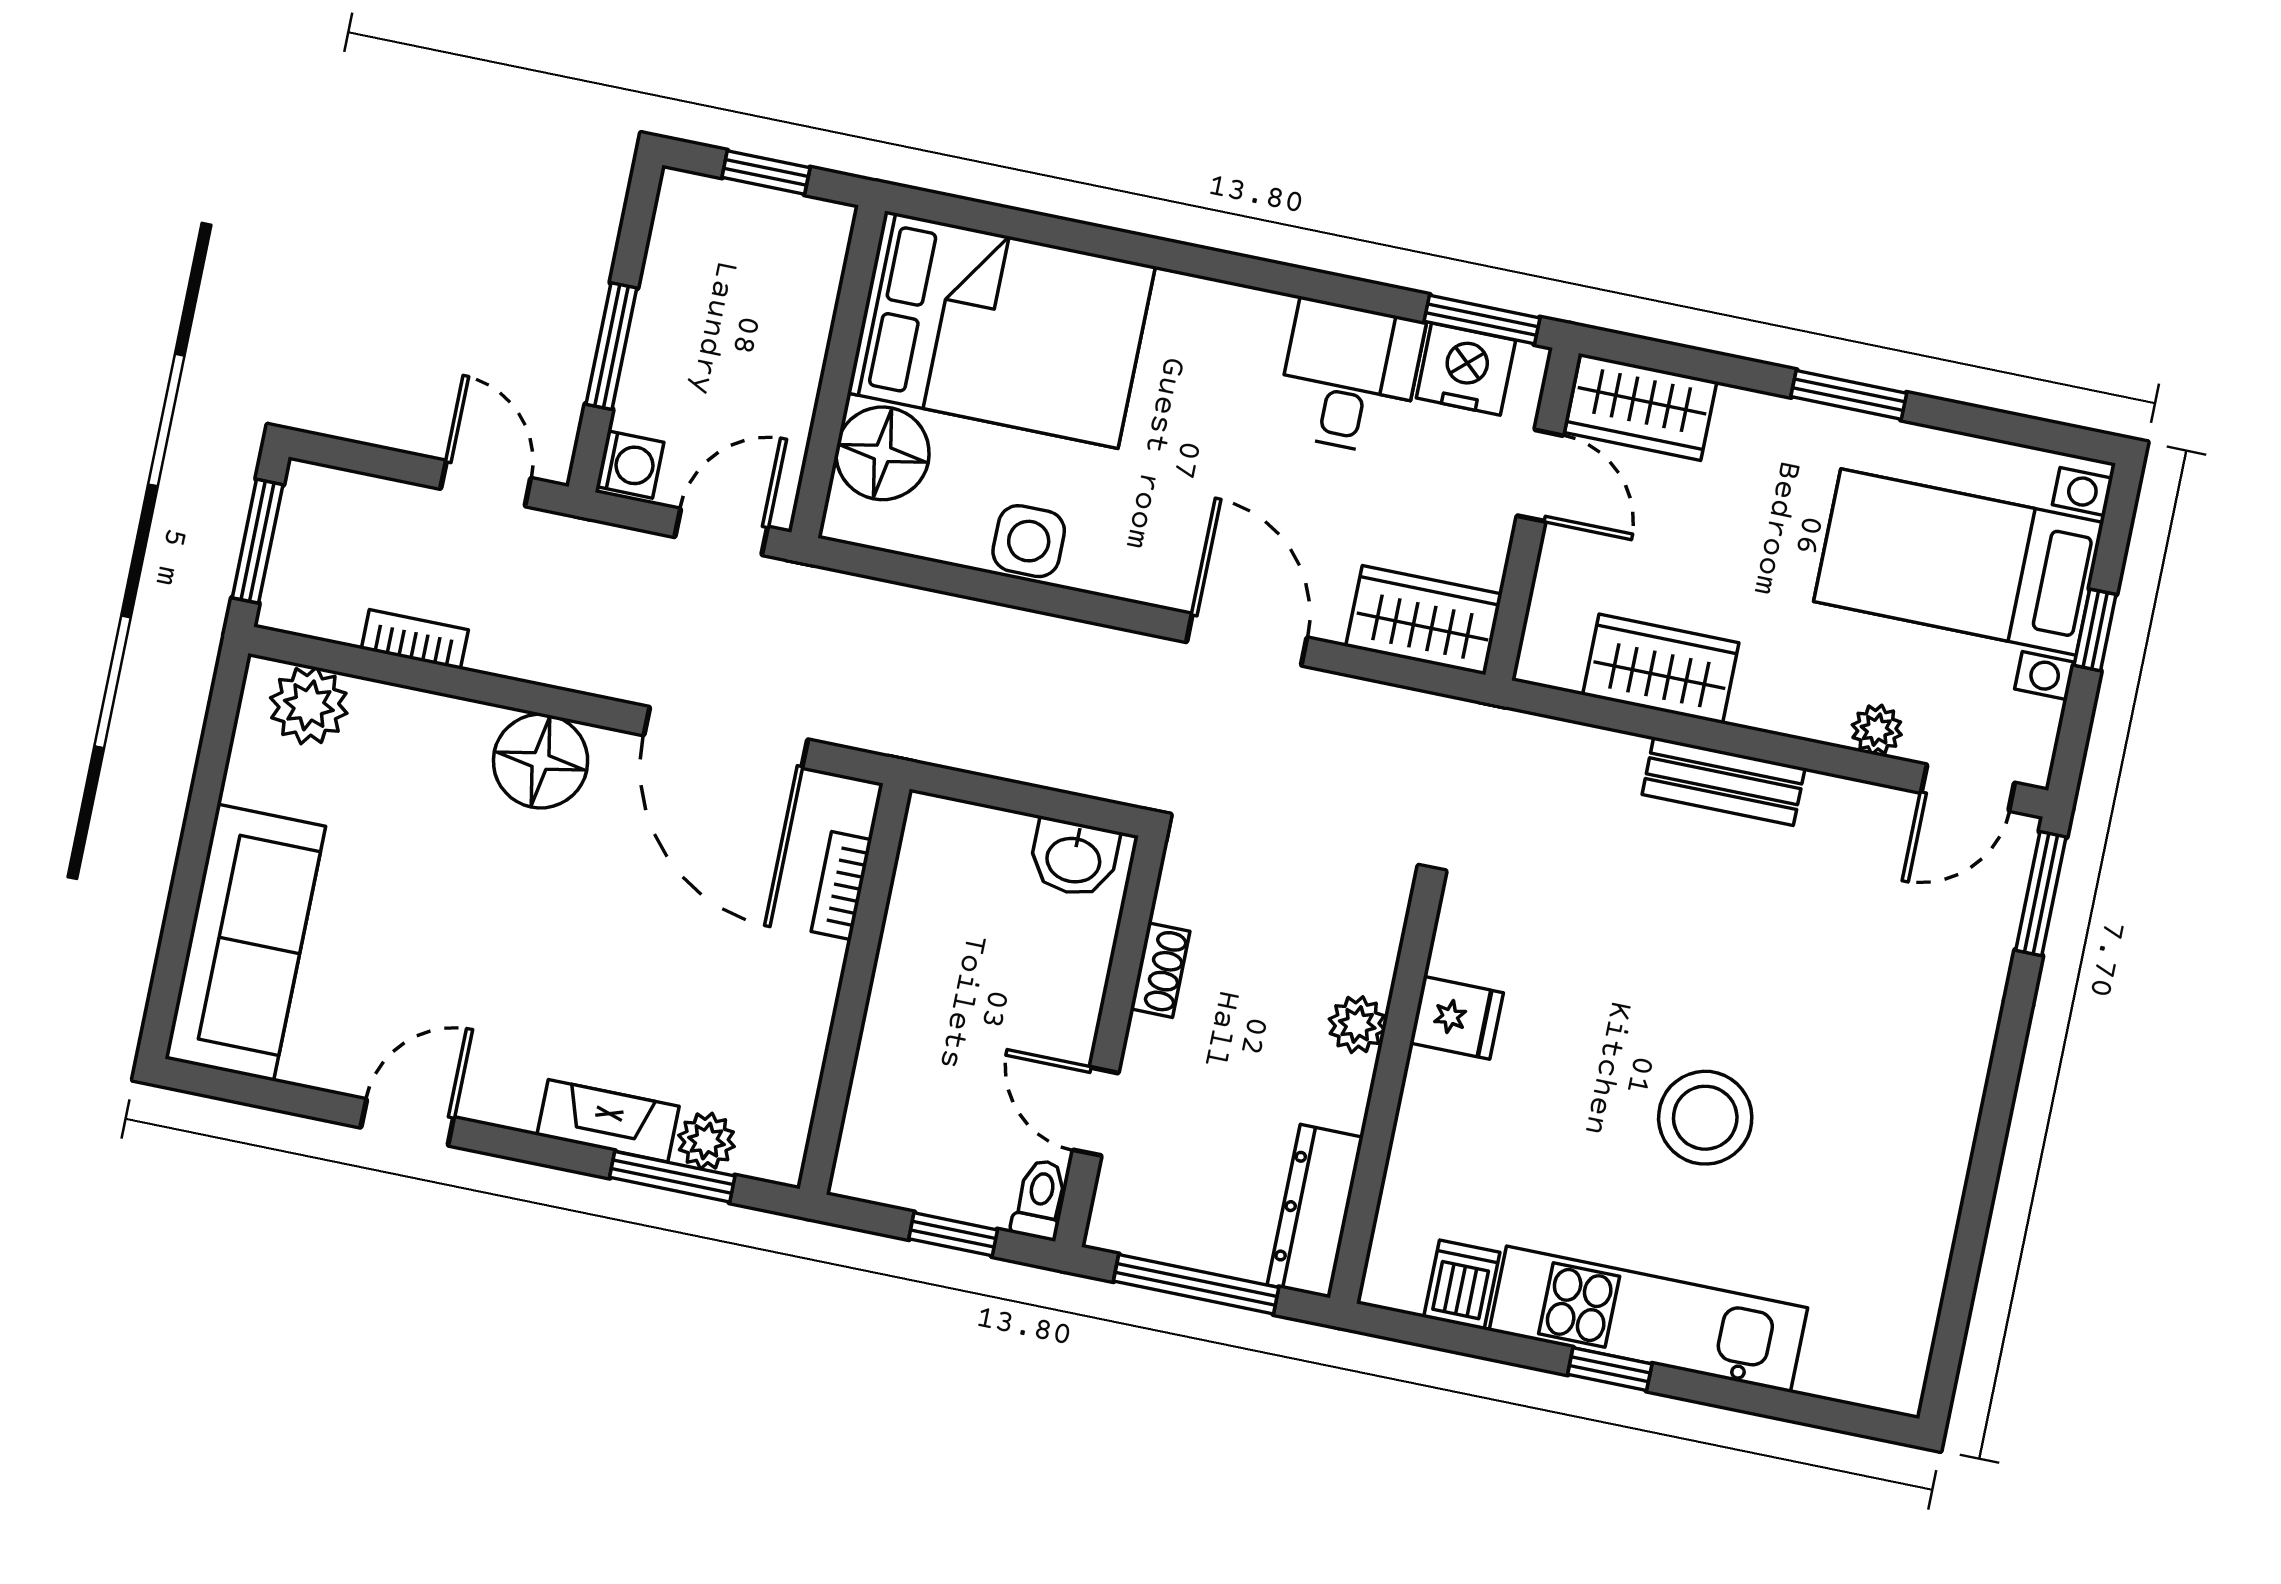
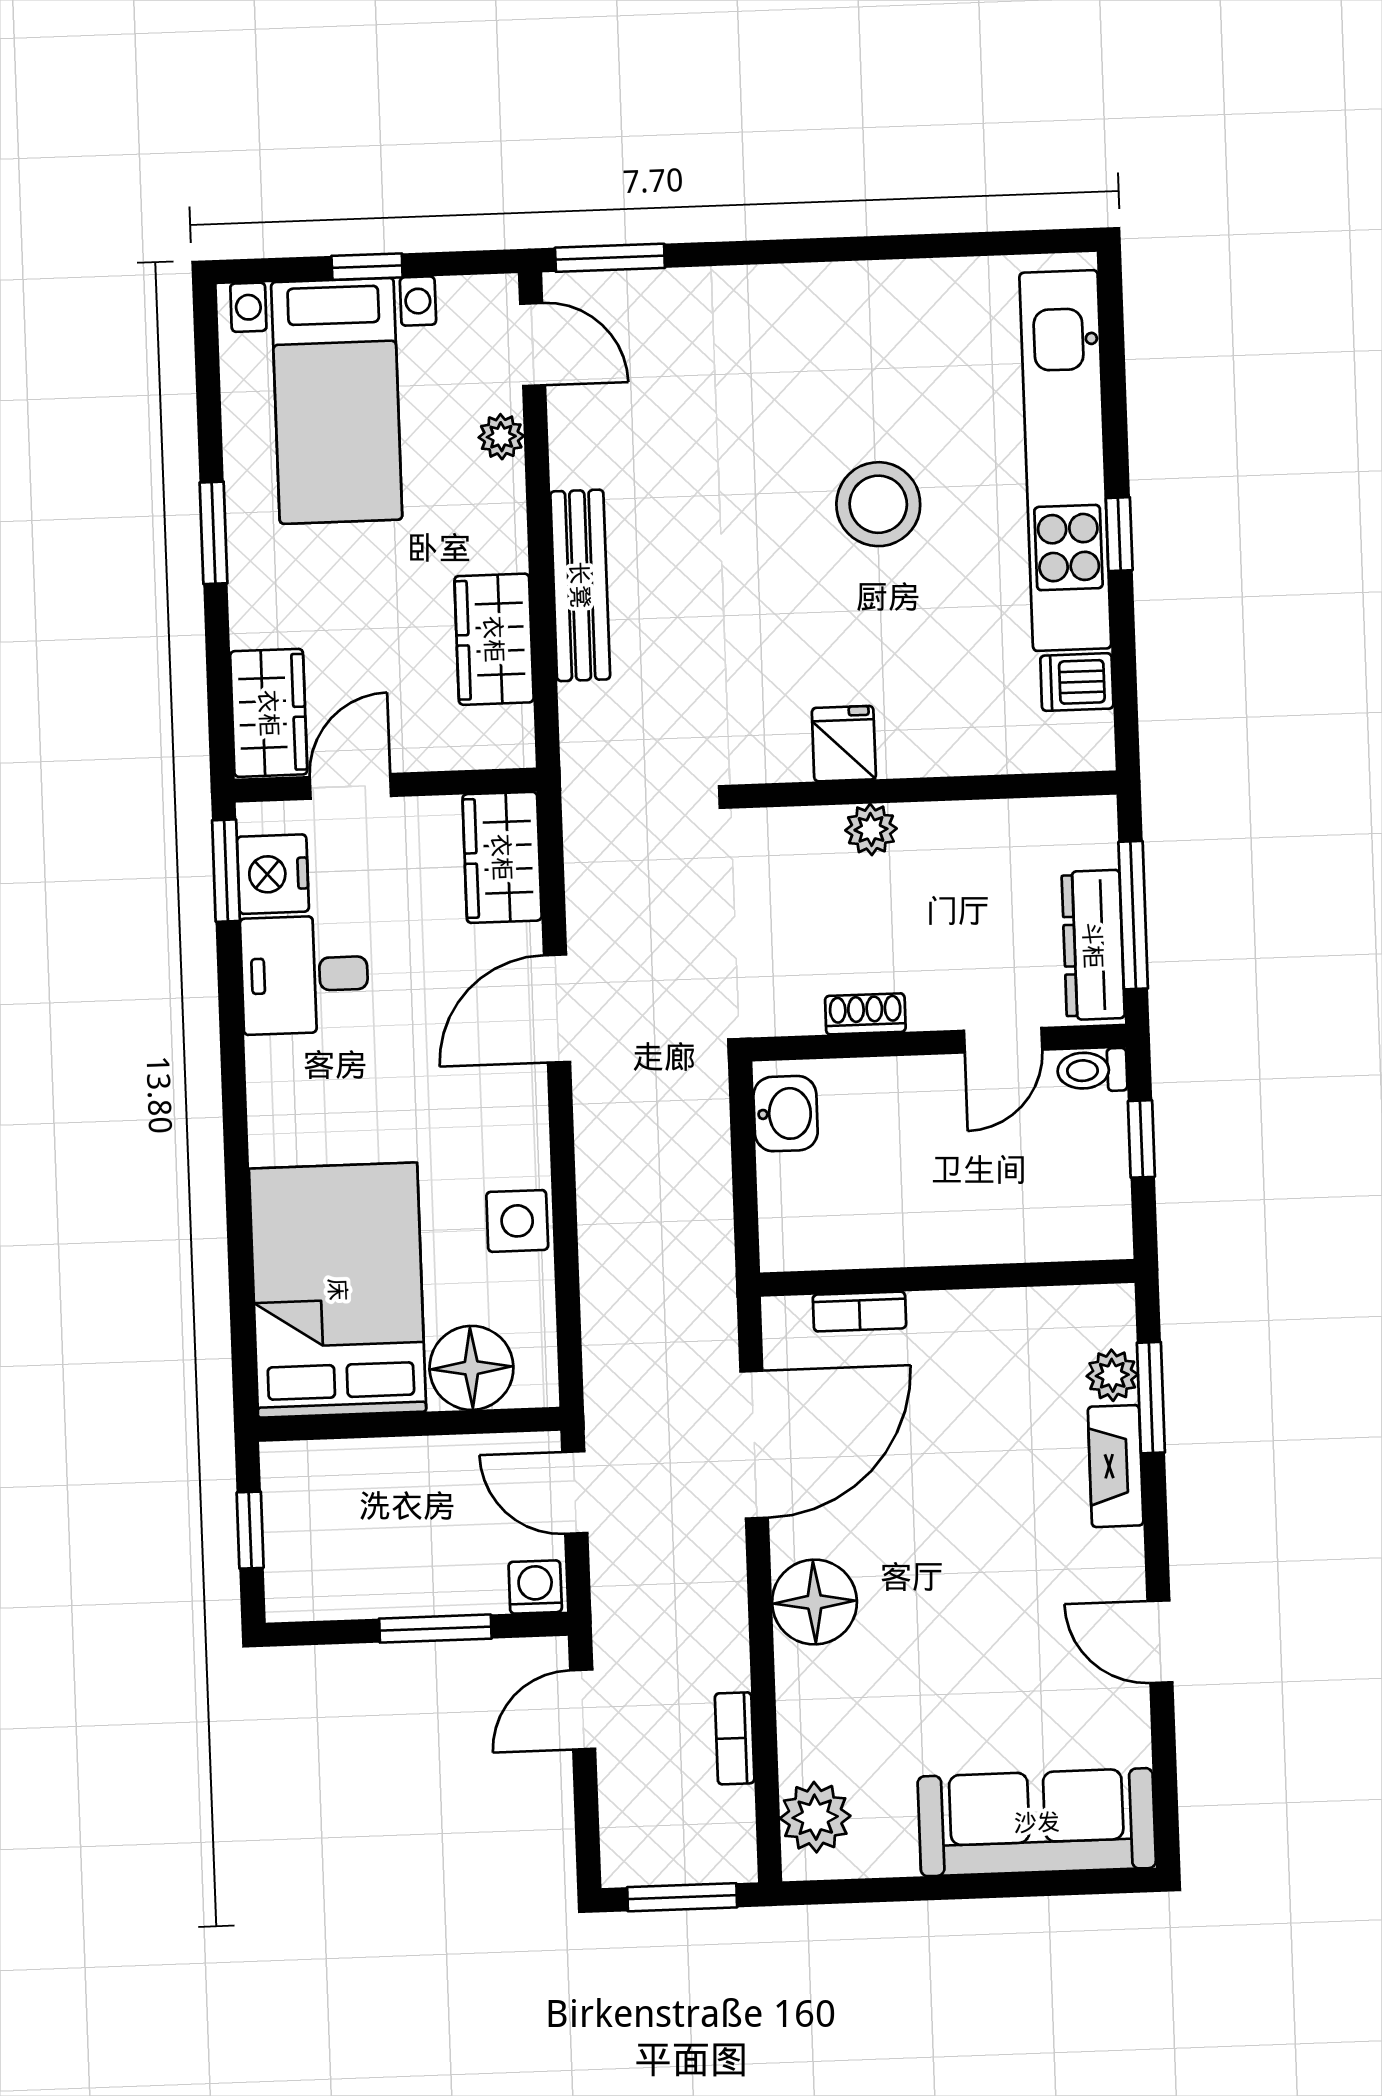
bench: (1724, 781) -> (580, 585), width x1.36
dresser: (1315, 1211) -> (1093, 945), moved, turned 90
kitchen unit: (1648, 1319) -> (1065, 461), width x1.36

